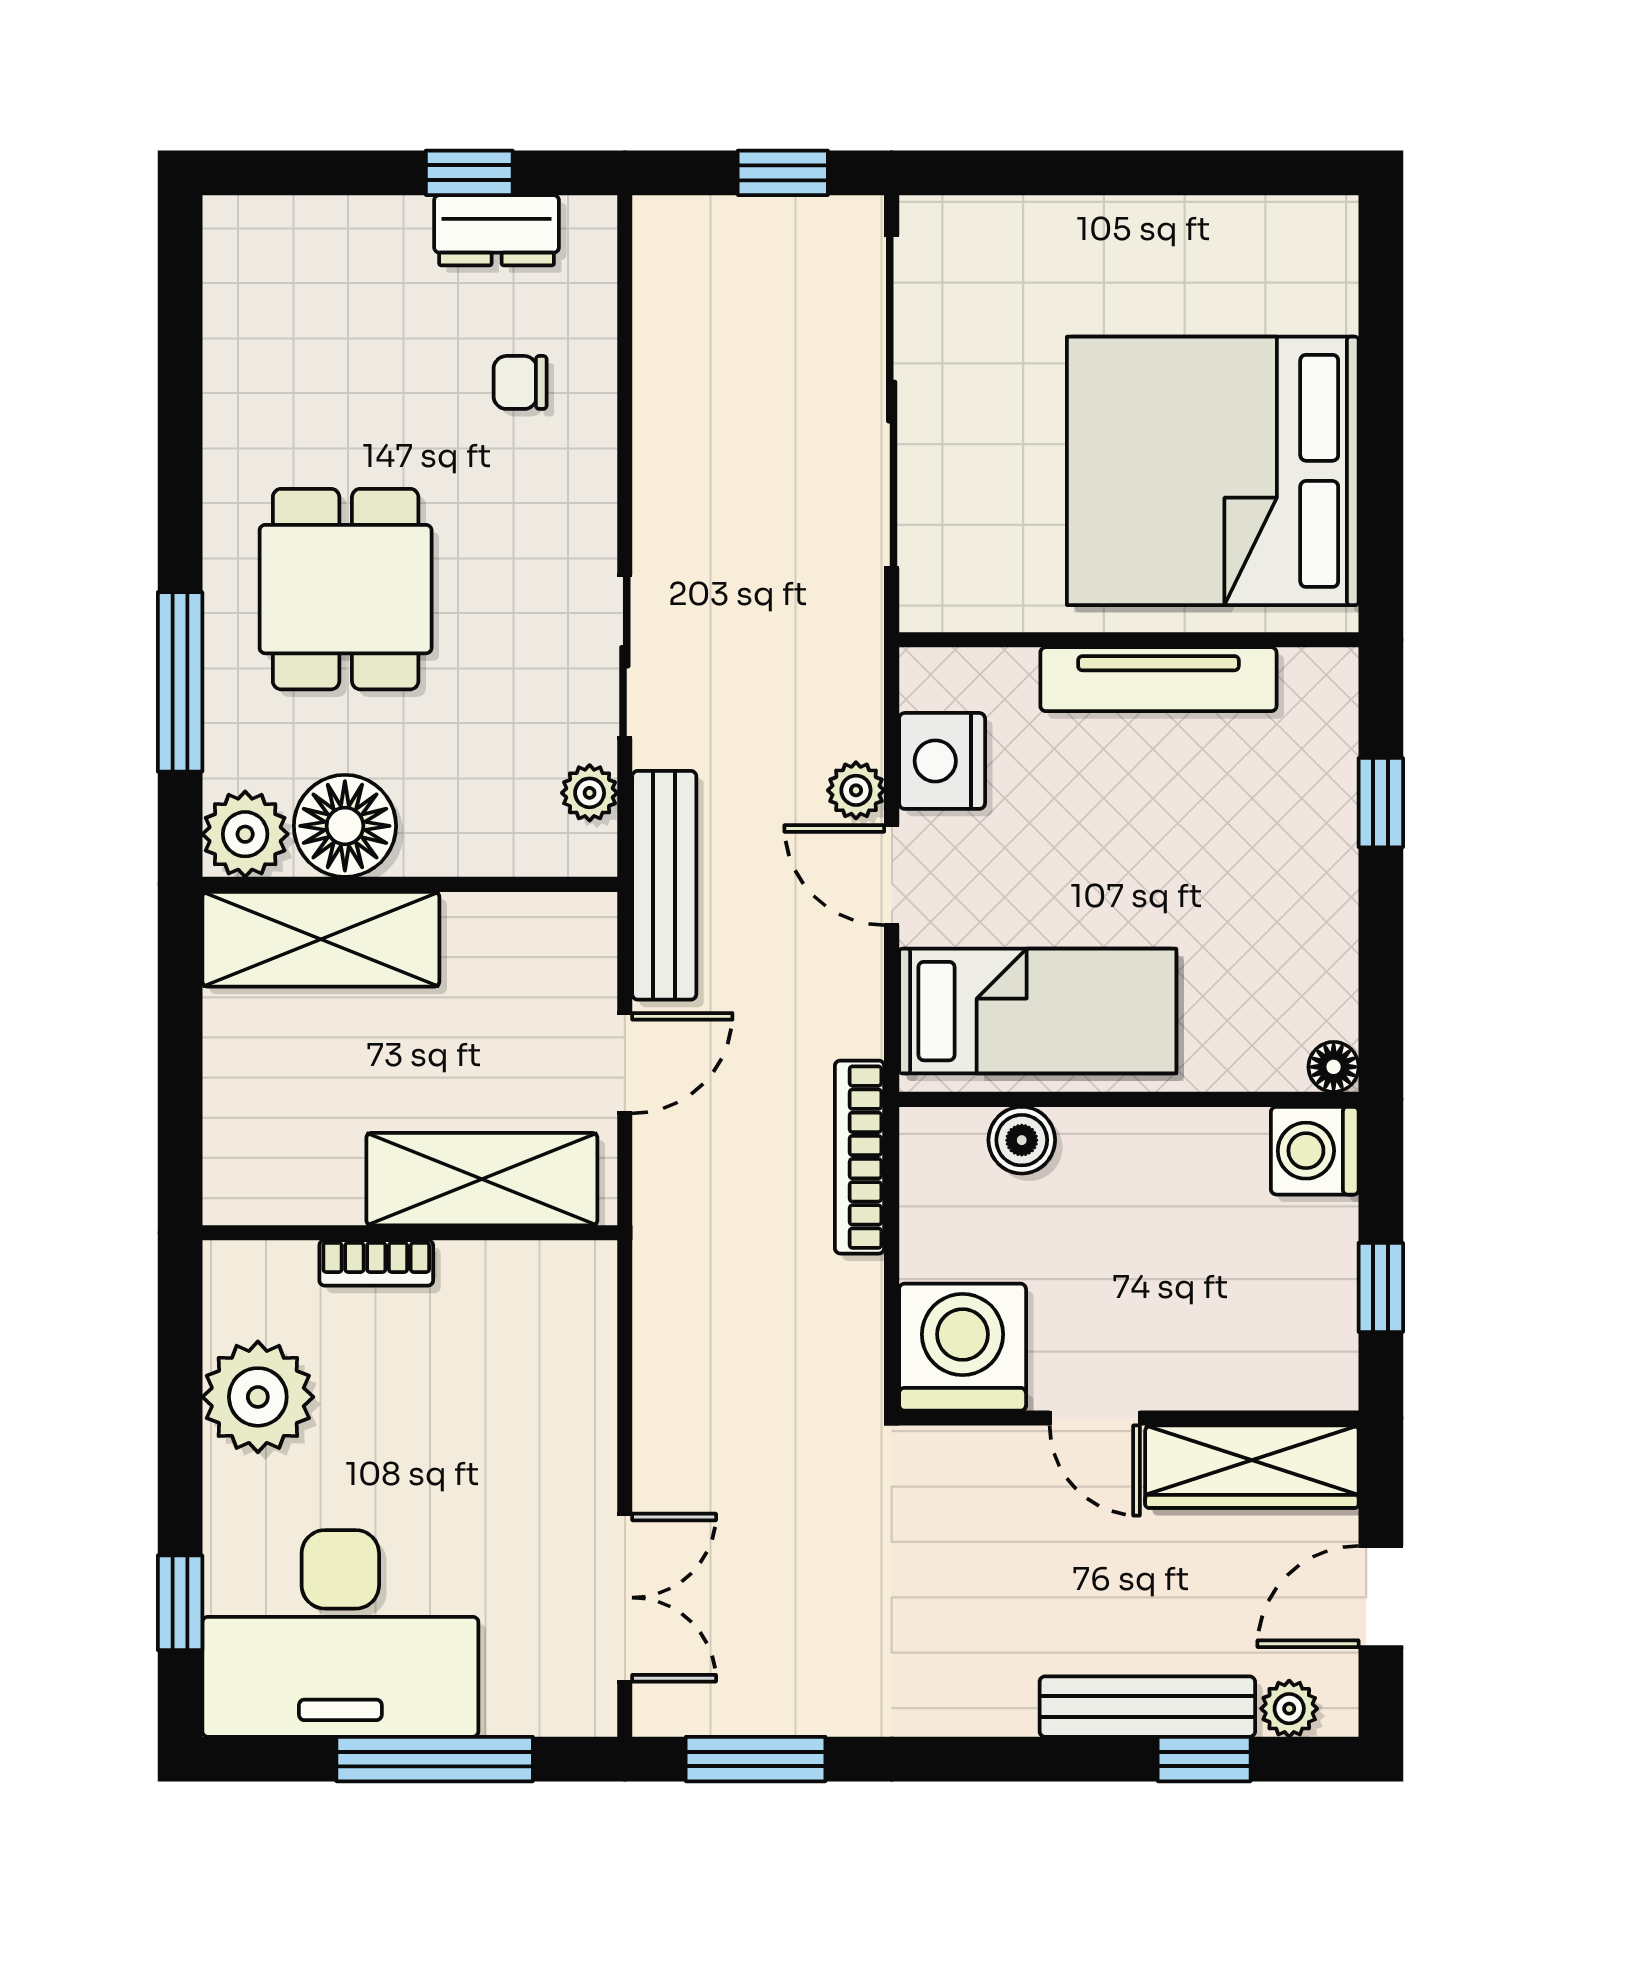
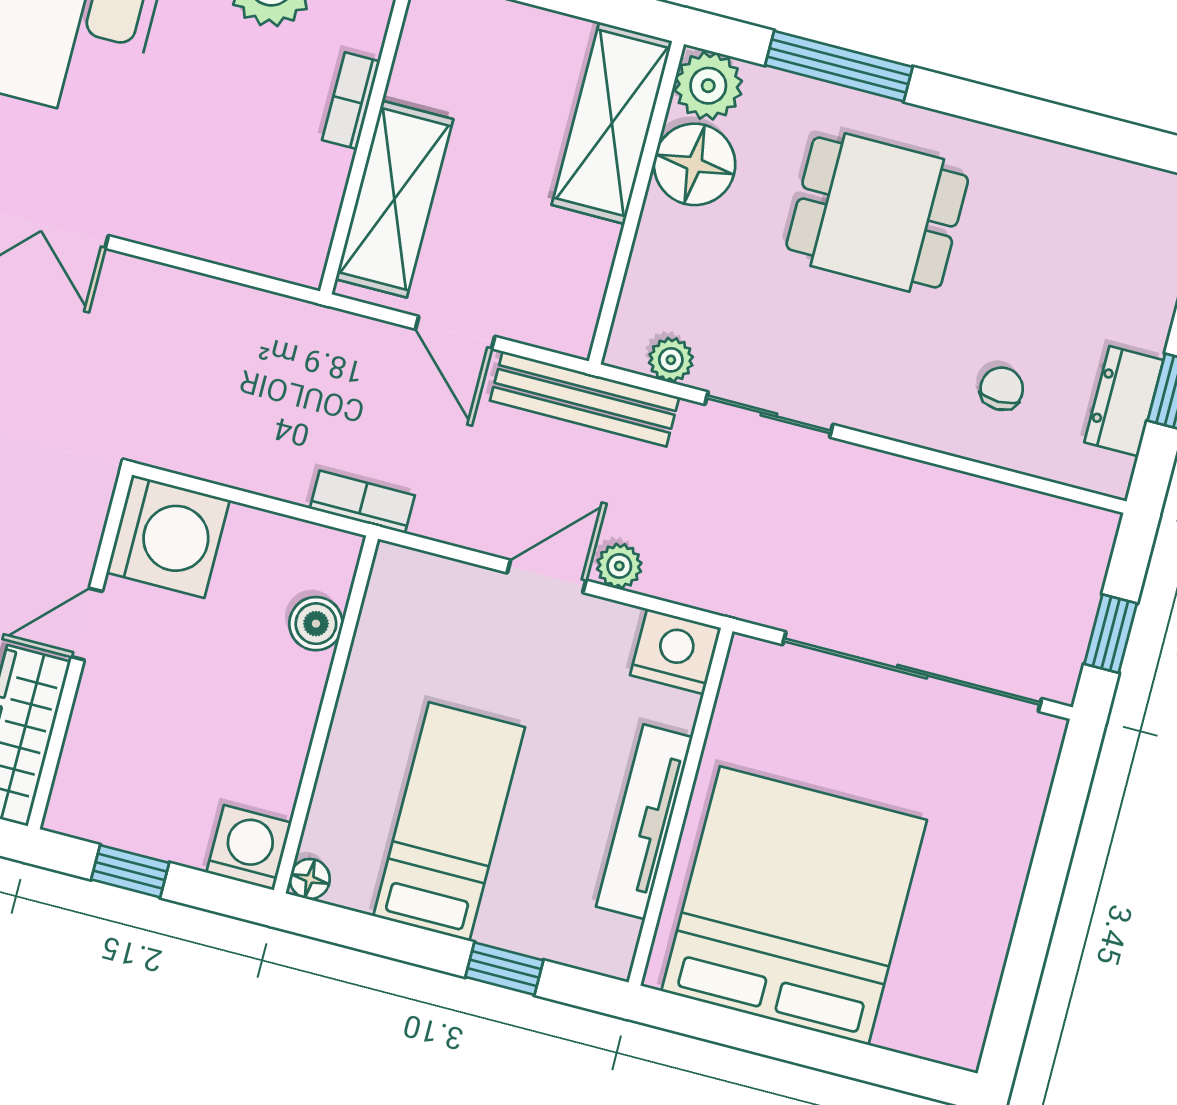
nightstand: (942, 761) -> (675, 652), moved
bed: (1038, 1011) -> (449, 822), moved, turned 180
bookcase: (860, 1157) -> (362, 502), width x0.64

